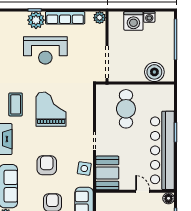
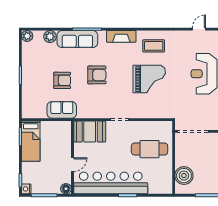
side table: (84, 169) -> (94, 110), removed

